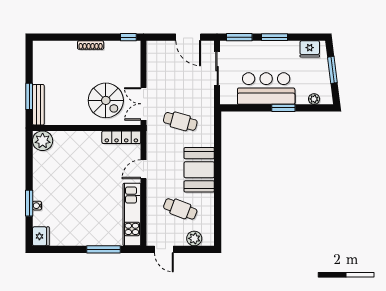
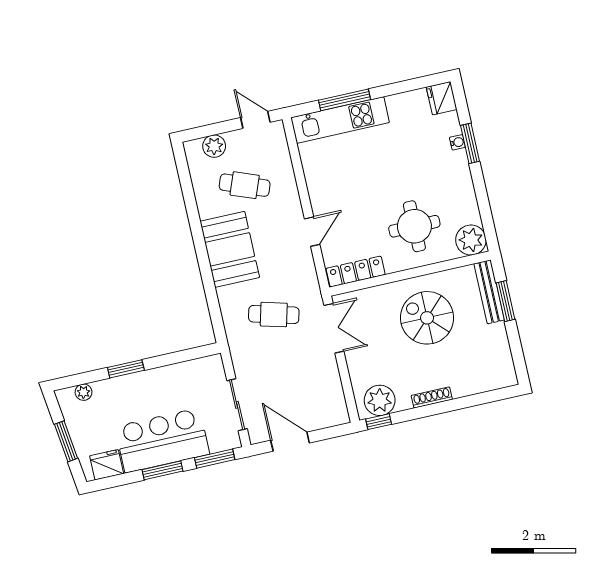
plant: (125, 51) -> (380, 400), added
bar counter: (266, 89) -> (162, 440), moved, turned 180
spiral stairs: (106, 100) -> (427, 318), moved
round table: (77, 158) -> (414, 226), added
kitchen unit: (132, 214) -> (340, 120), moved, turned 90

